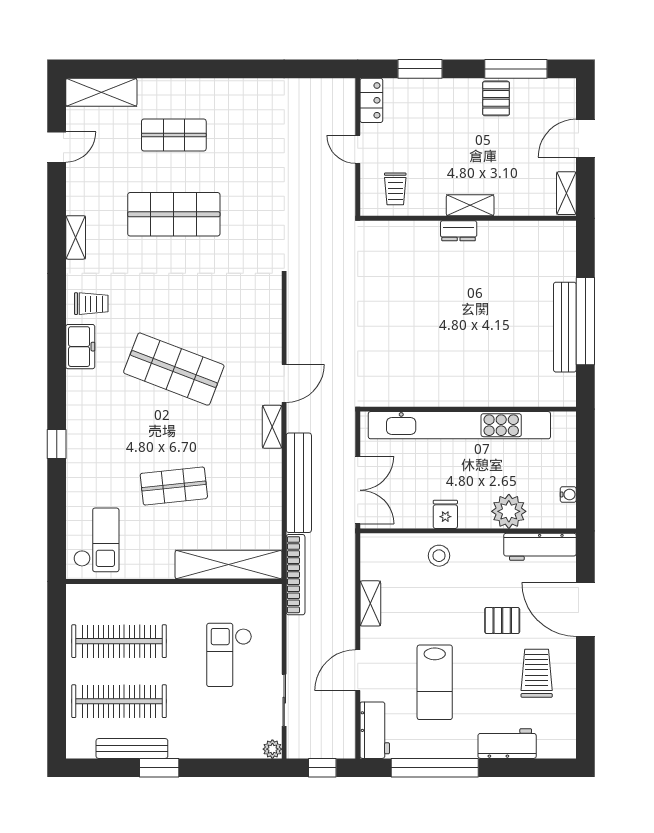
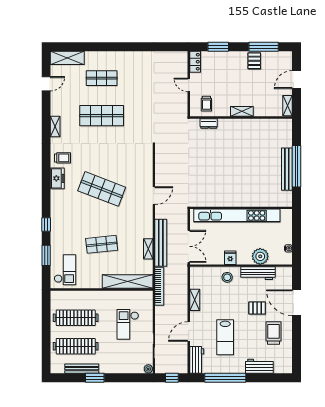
dresser: (459, 231) -> (209, 123), moved
shelving: (272, 427) -> (148, 249), moved
window: (57, 509) -> (46, 255), added
workbench: (540, 547) -> (258, 273), moved

